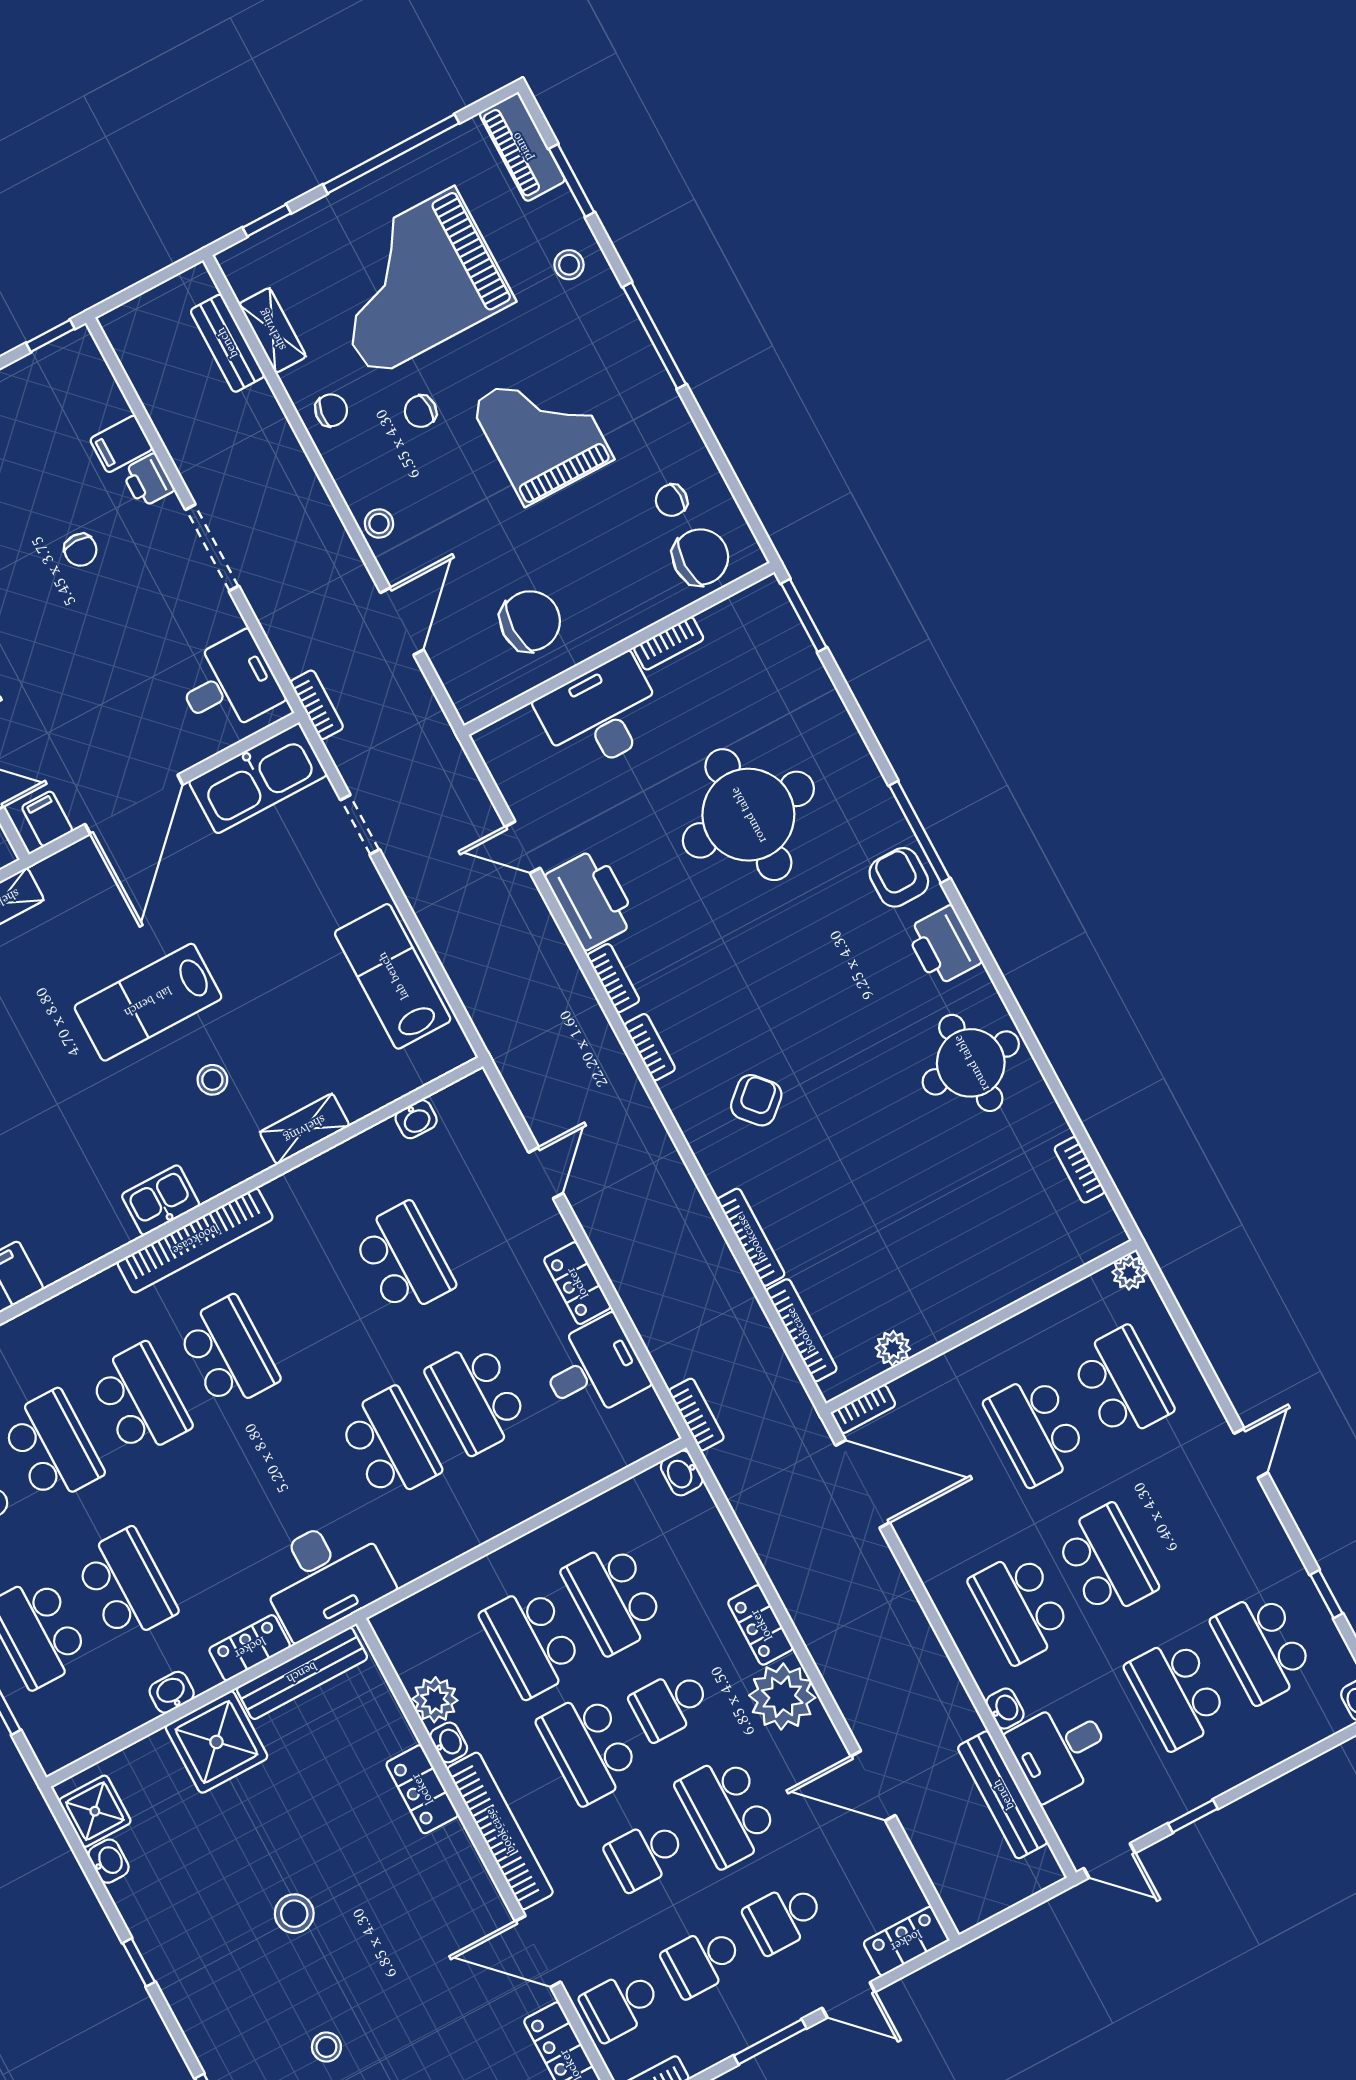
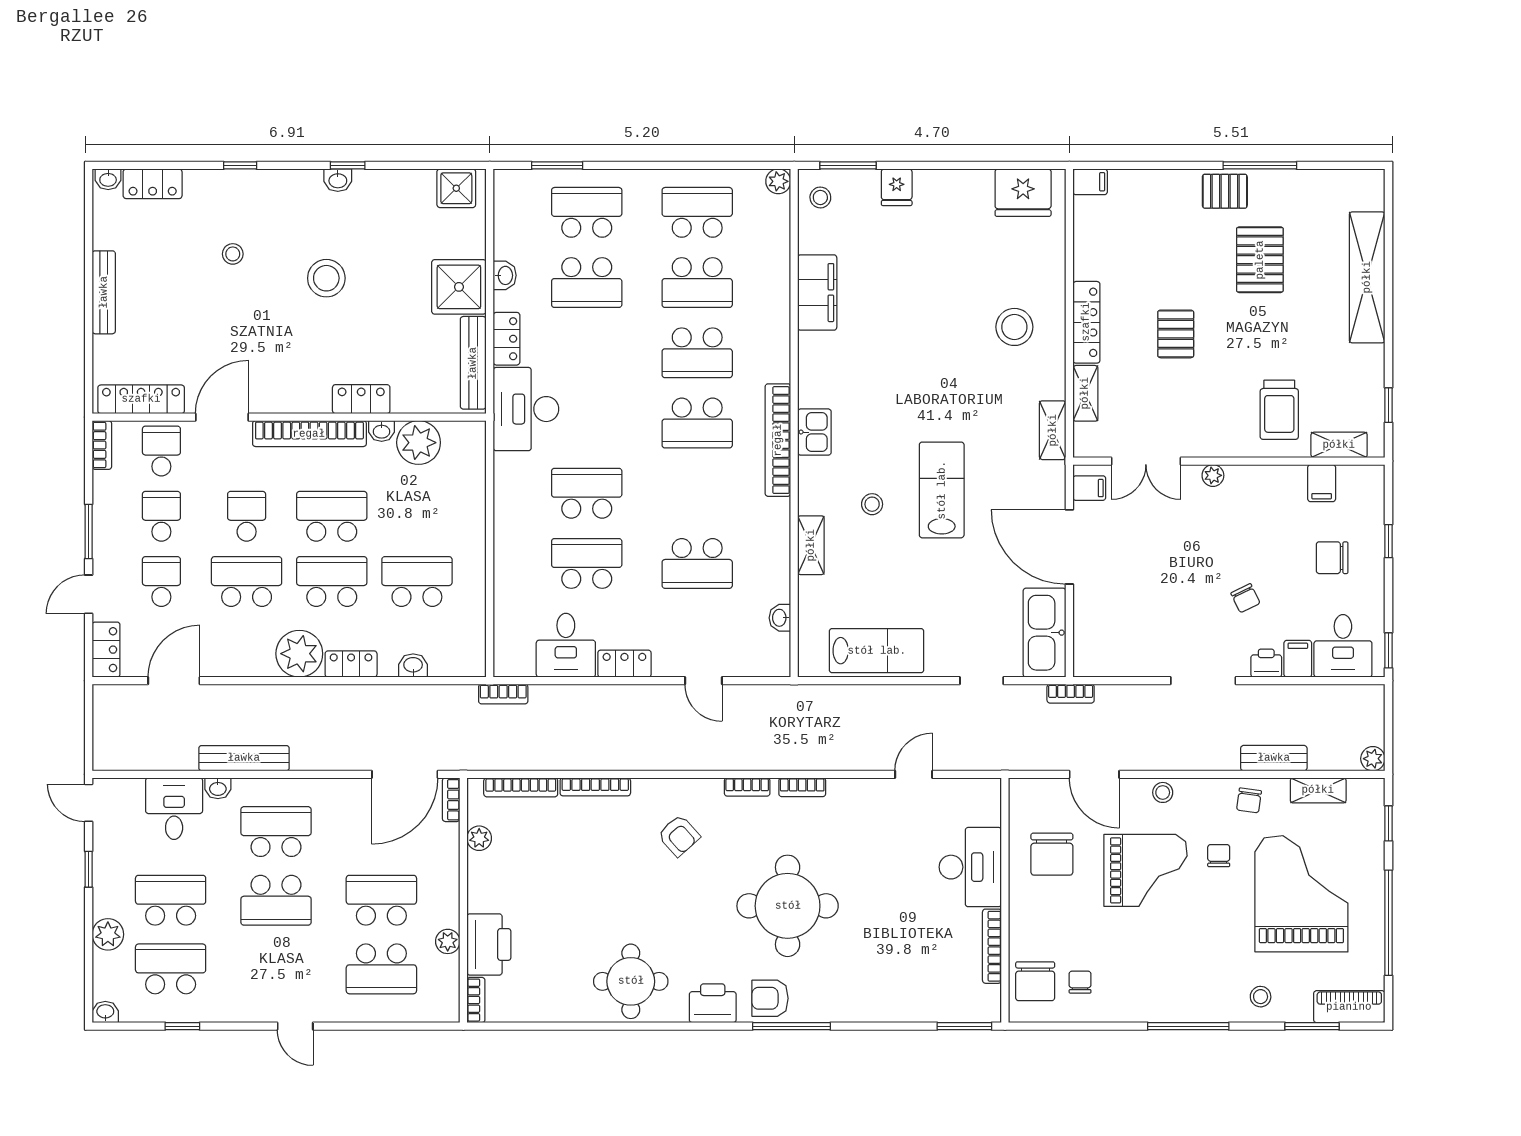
plant: (196, 283) -> (1373, 759), added
bench: (227, 343) -> (1274, 758), moved
grand piano: (542, 431) -> (1146, 870), moved
chair: (80, 550) -> (1245, 598), turned -116
bookcase: (669, 643) -> (992, 946), width x1.56
desk: (229, 684) -> (1343, 646), moved
round table: (748, 815) -> (788, 906), moved
armchair: (899, 877) -> (770, 998), turned 180
printer: (591, 899) -> (489, 944), moved, turned -90
bookcase: (1080, 1170) -> (476, 1000), moved, turned 90
plant: (1129, 1273) -> (448, 941), moved
school desk: (389, 1444) -> (587, 493), turned 180
washbasin: (682, 1473) -> (413, 665), moved
school desk: (532, 1641) -> (417, 516), removed
plant: (435, 1700) -> (419, 443), width x1.36, depth x1.36
school desk: (670, 1704) -> (332, 582), width x1.85
plant: (1261, 1749) -> (108, 934), added
door: (873, 1786) -> (174, 681), moved
bench: (1003, 1795) -> (244, 758), moved
washbasin: (109, 1861) -> (338, 180), moved
door: (1110, 1861) -> (89, 803), hinge flipped
stool: (294, 1914) -> (326, 278), width x1.38, depth x1.38

